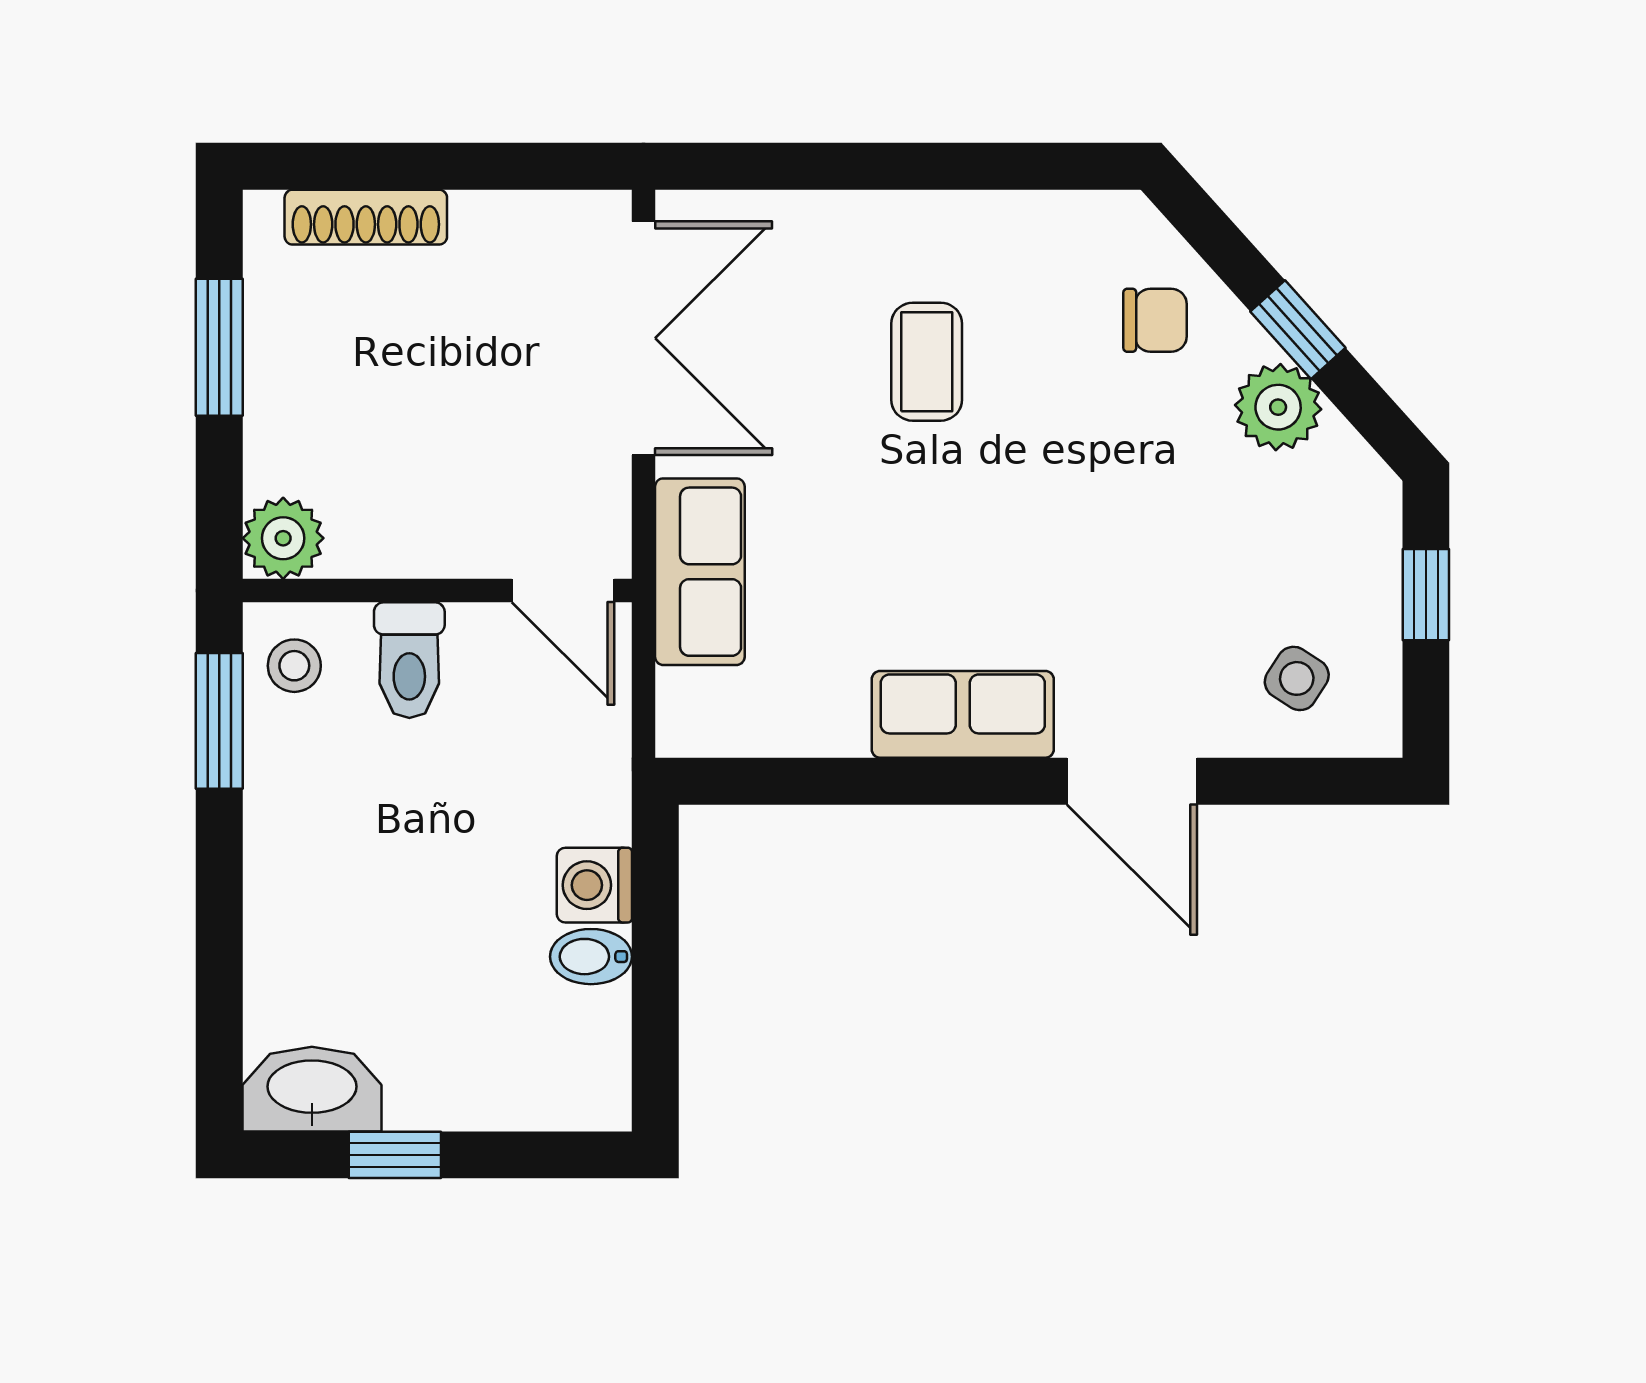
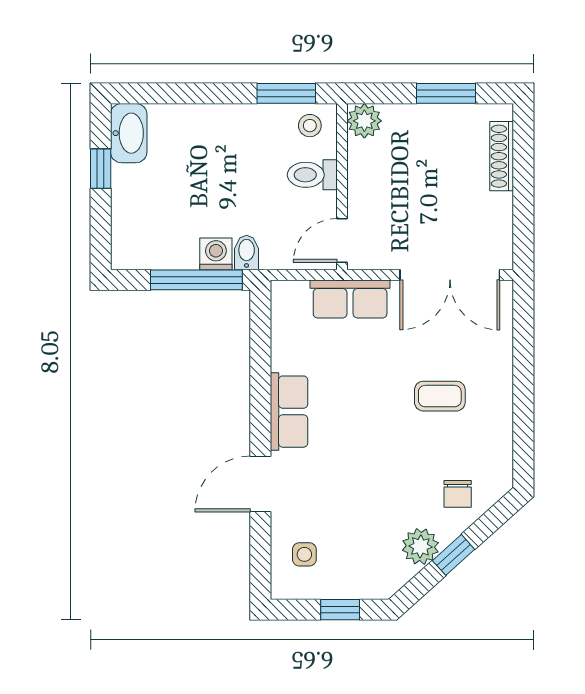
side table: (1297, 678) -> (304, 554), turned -33
window: (655, 931) -> (196, 280), added
bidet: (591, 957) -> (247, 252), moved

